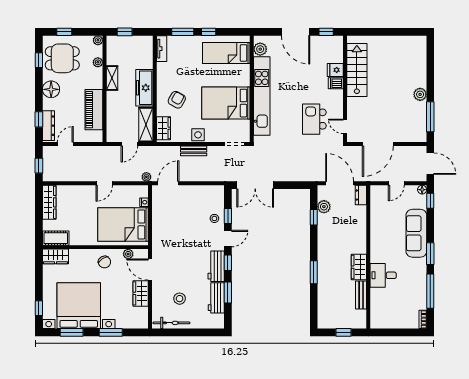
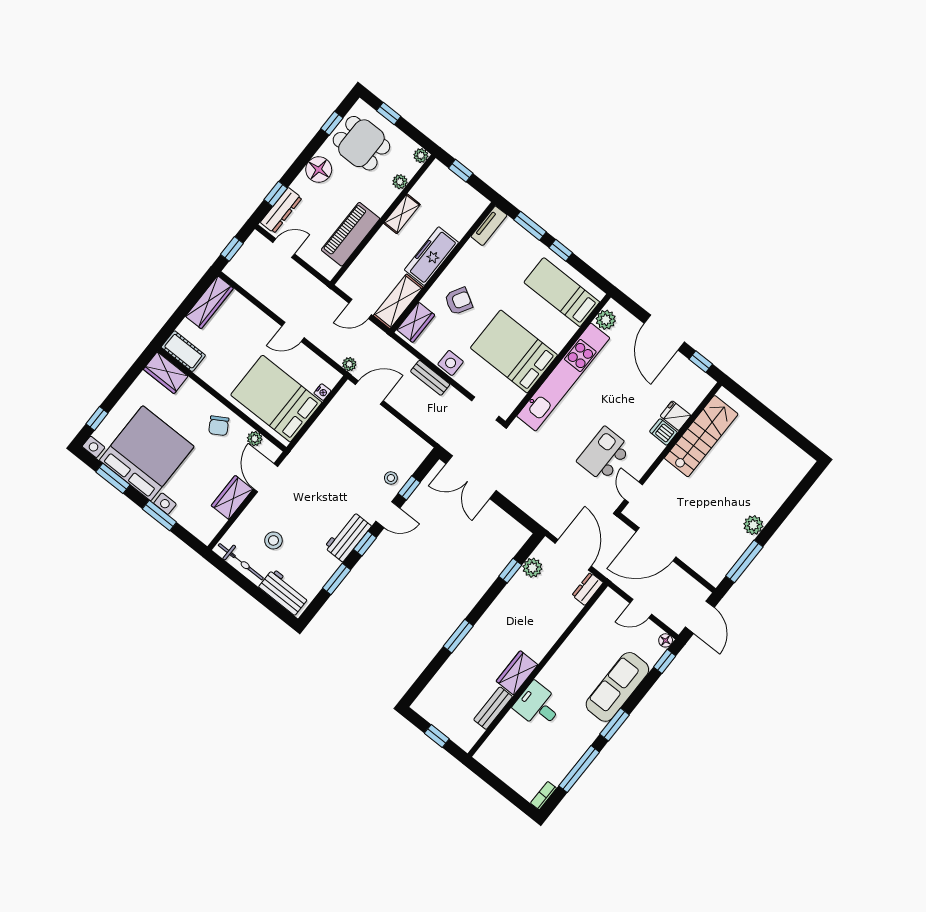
workbench: (216, 298) -> (284, 592), moved, turned 90

